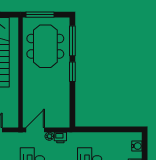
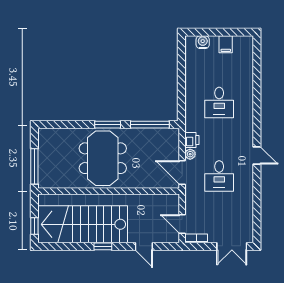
window: (72, 41) -> (150, 125), moved
meeting table: (45, 46) -> (103, 158), moved, turned 90

